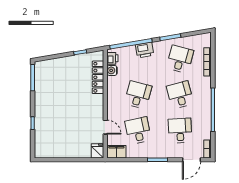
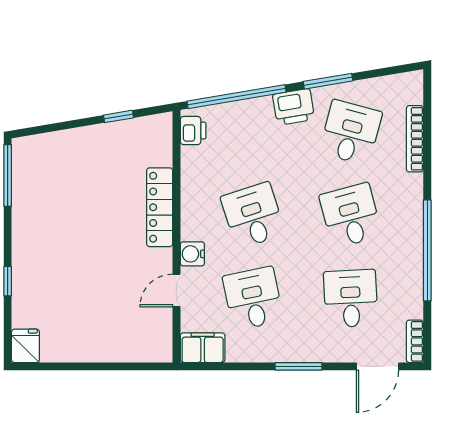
printer: (145, 50) -> (294, 107), moved
water cooler: (112, 70) -> (192, 254), moved
locker: (98, 77) -> (160, 207), moved
desk: (138, 95) -> (253, 215), turned -33
door: (105, 127) -> (176, 291), swing flipped
fridge: (97, 151) -> (25, 346), moved

